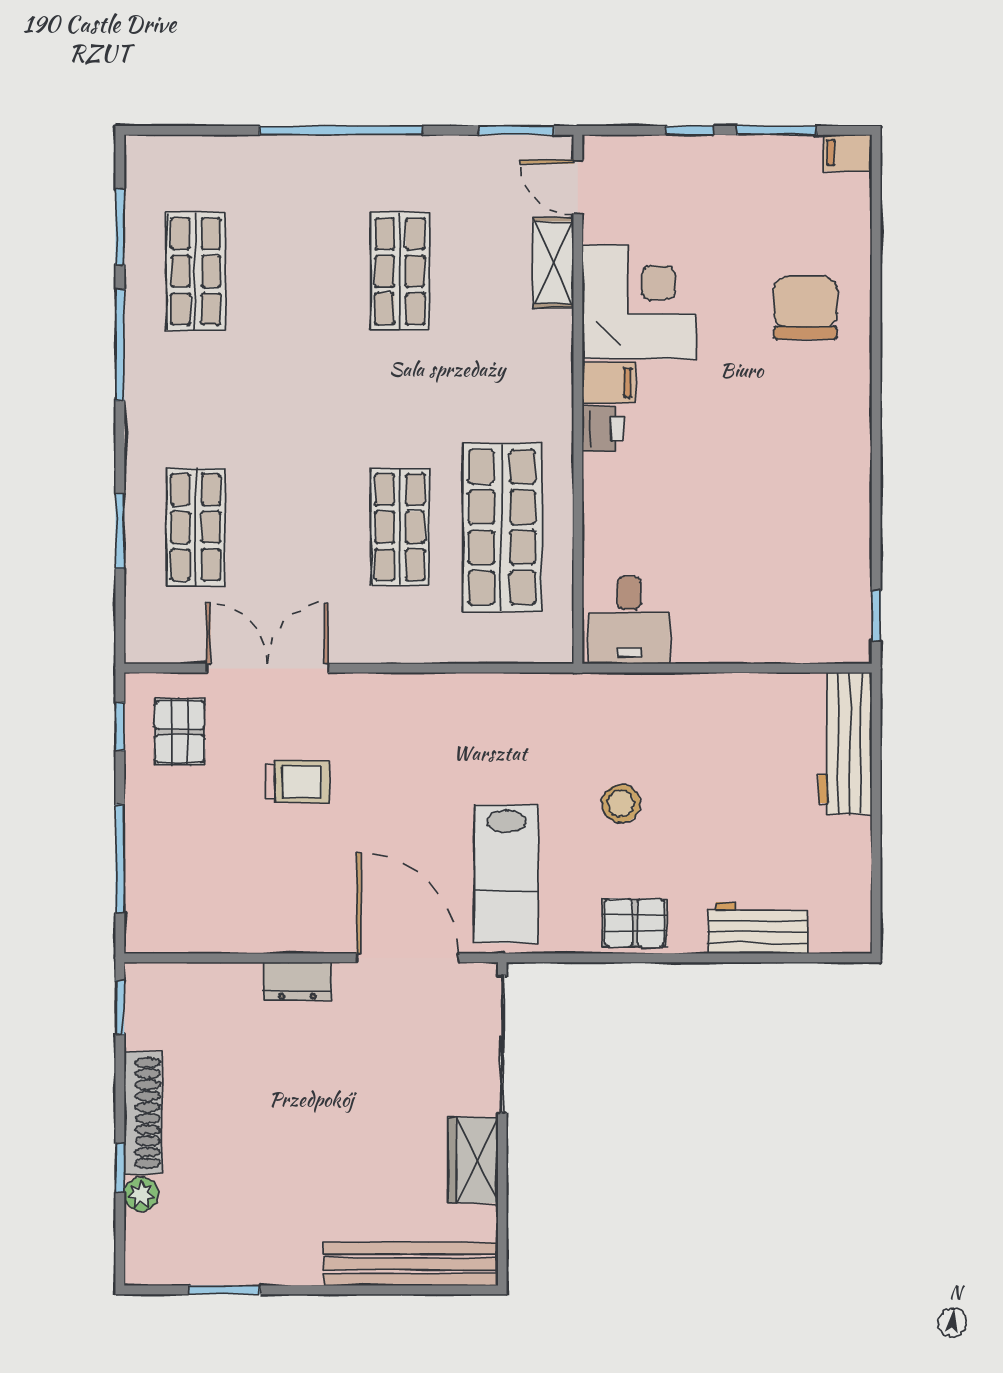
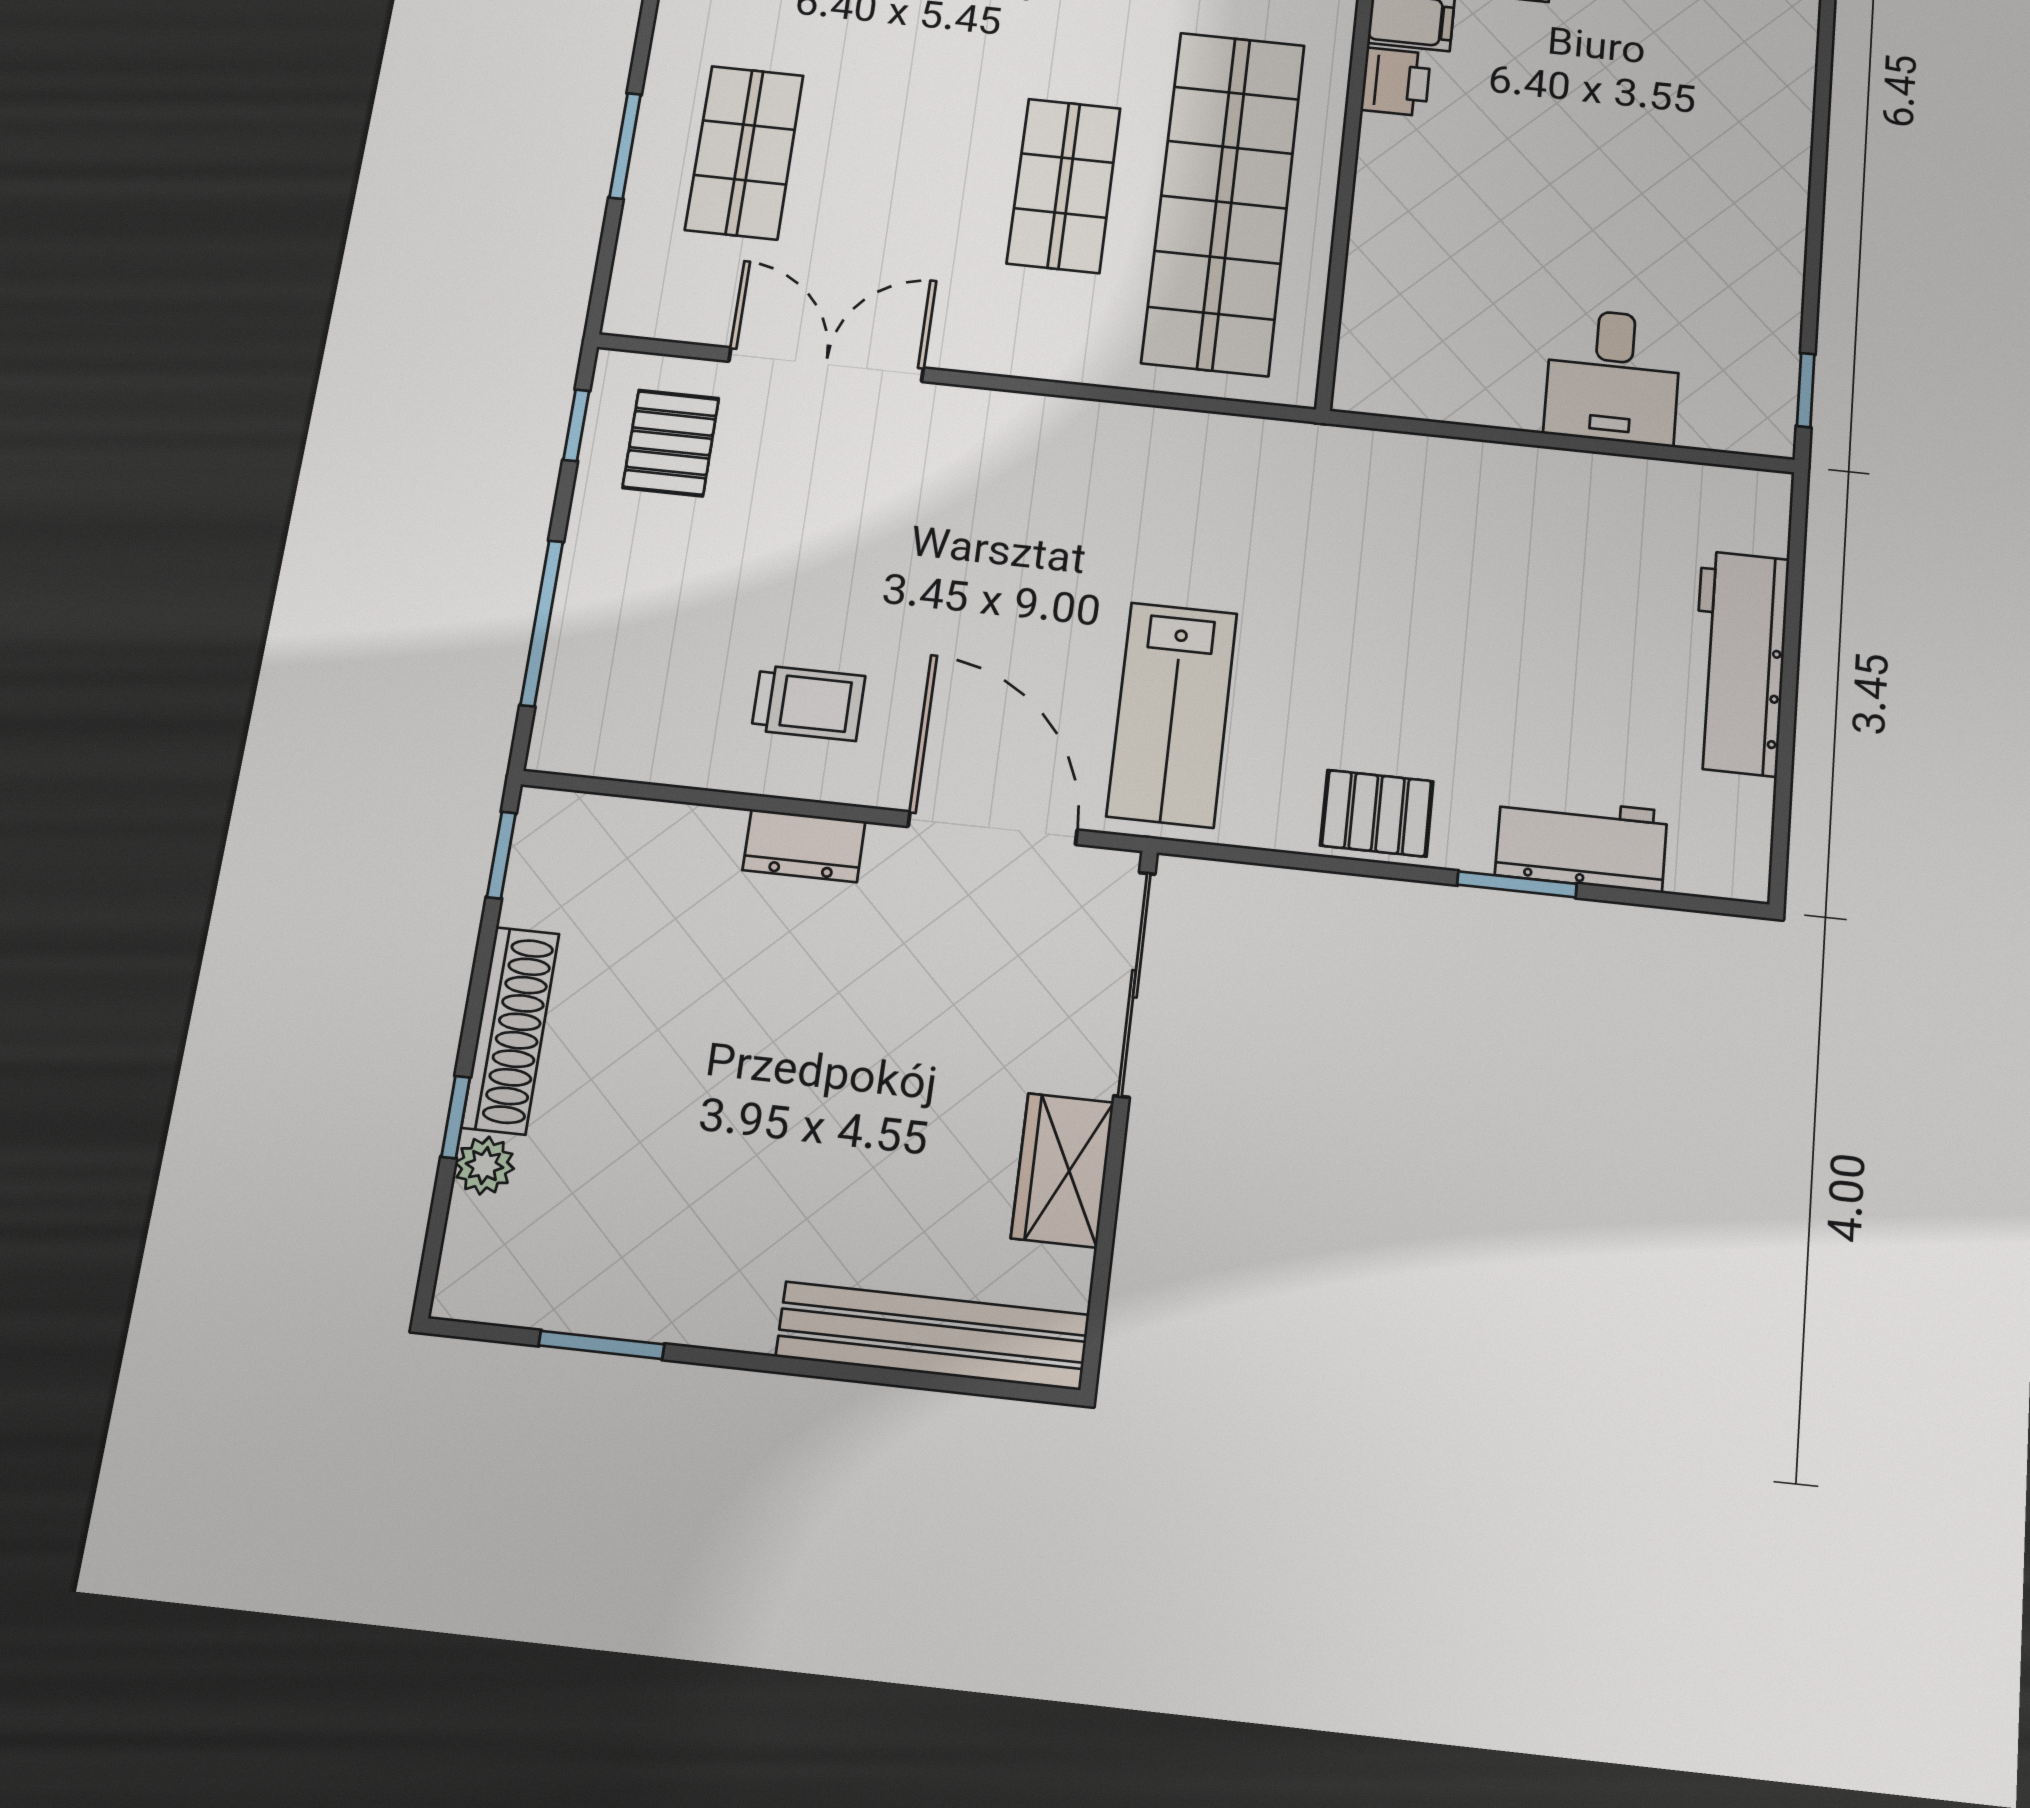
shop shelf: (502, 527) -> (1224, 202), width x1.40
desk: (629, 620) -> (1613, 376), moved
workbench: (845, 743) -> (1739, 663), moved
trolley: (297, 782) -> (808, 703), moved
stool: (621, 804) -> (1372, 626), removed
window: (722, 958) -> (1517, 884), added

